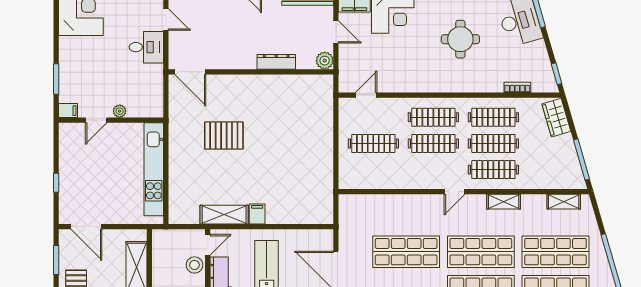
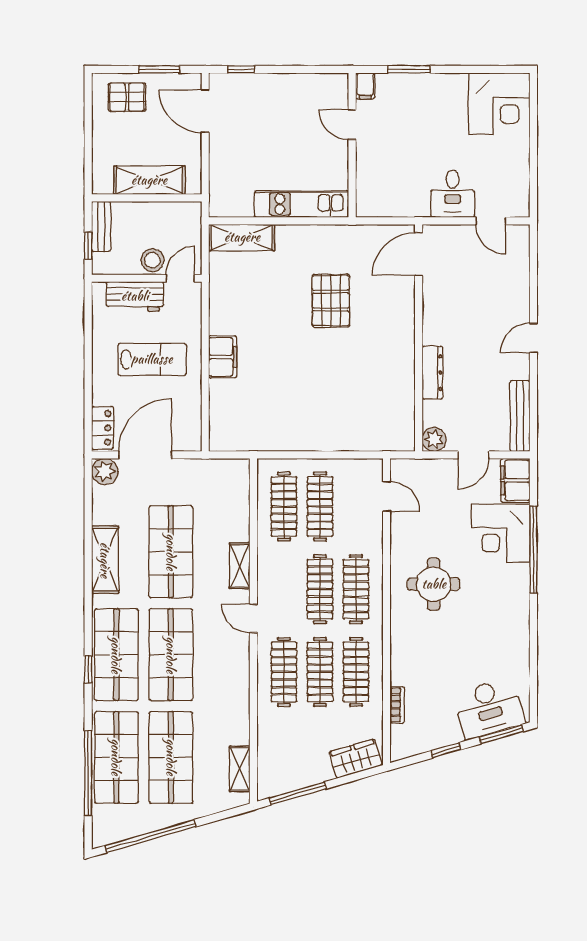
door: (166, 20) -> (491, 221), hinge flipped
round table: (460, 39) -> (434, 584), moved
window: (557, 74) -> (446, 750), moved
plant: (120, 111) -> (364, 157), removed
kitchen unit: (154, 169) -> (301, 204), width x0.73
clothes rail: (373, 170) -> (284, 506), added
window: (56, 183) -> (241, 69), moved
shelving: (504, 202) -> (240, 566), moved
filing cabinet: (257, 214) -> (223, 357), width x2.00
shelving: (224, 215) -> (242, 237), moved, turned 90
door: (86, 227) -> (205, 111), hinge flipped
door: (208, 245) -> (180, 278), swing flipped

